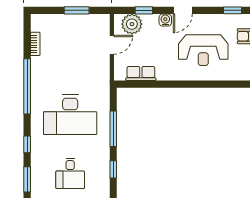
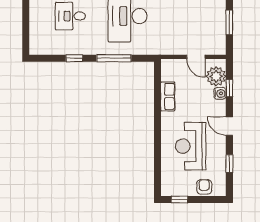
window: (232, 10) -> (229, 164), moved
water cooler: (165, 20) -> (220, 93), moved
row of seats: (141, 74) -> (168, 96), moved

